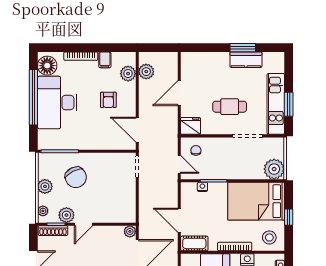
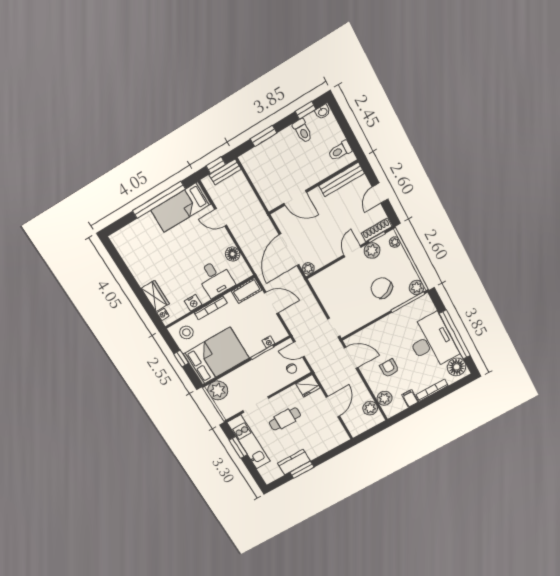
plant: (45, 186) -> (417, 287), moved

